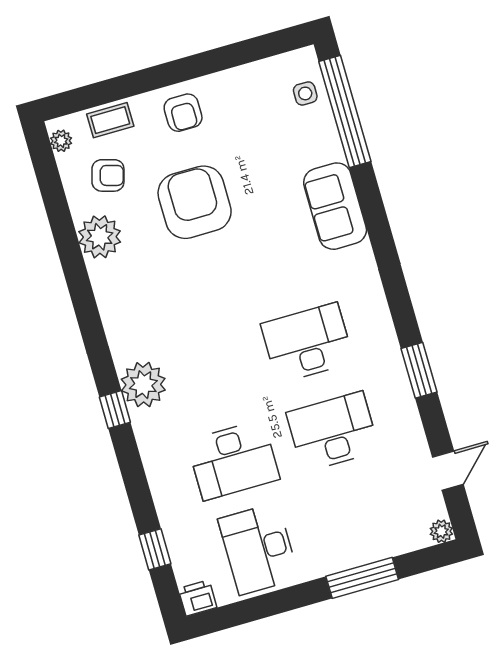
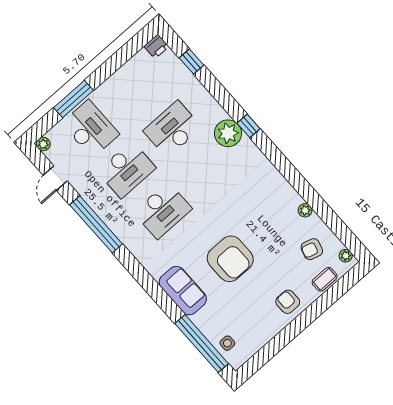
armchair: (195, 202) -> (230, 259), moved
plant: (100, 237) -> (305, 210), width x0.53, depth x0.53
window: (419, 370) -> (96, 224), width x2.11
plant: (143, 385) -> (228, 133), moved
desk: (259, 549) -> (90, 129), moved

